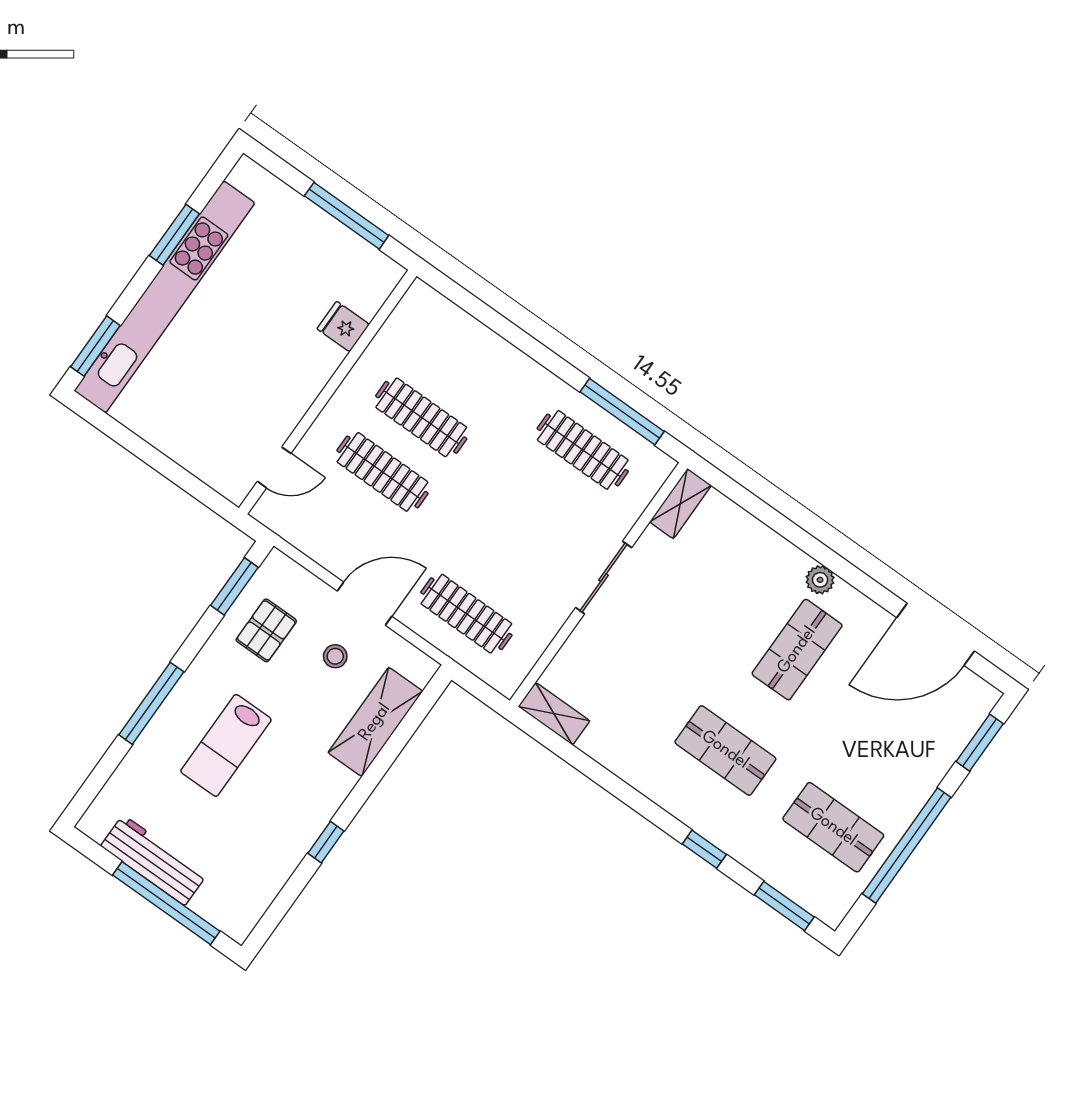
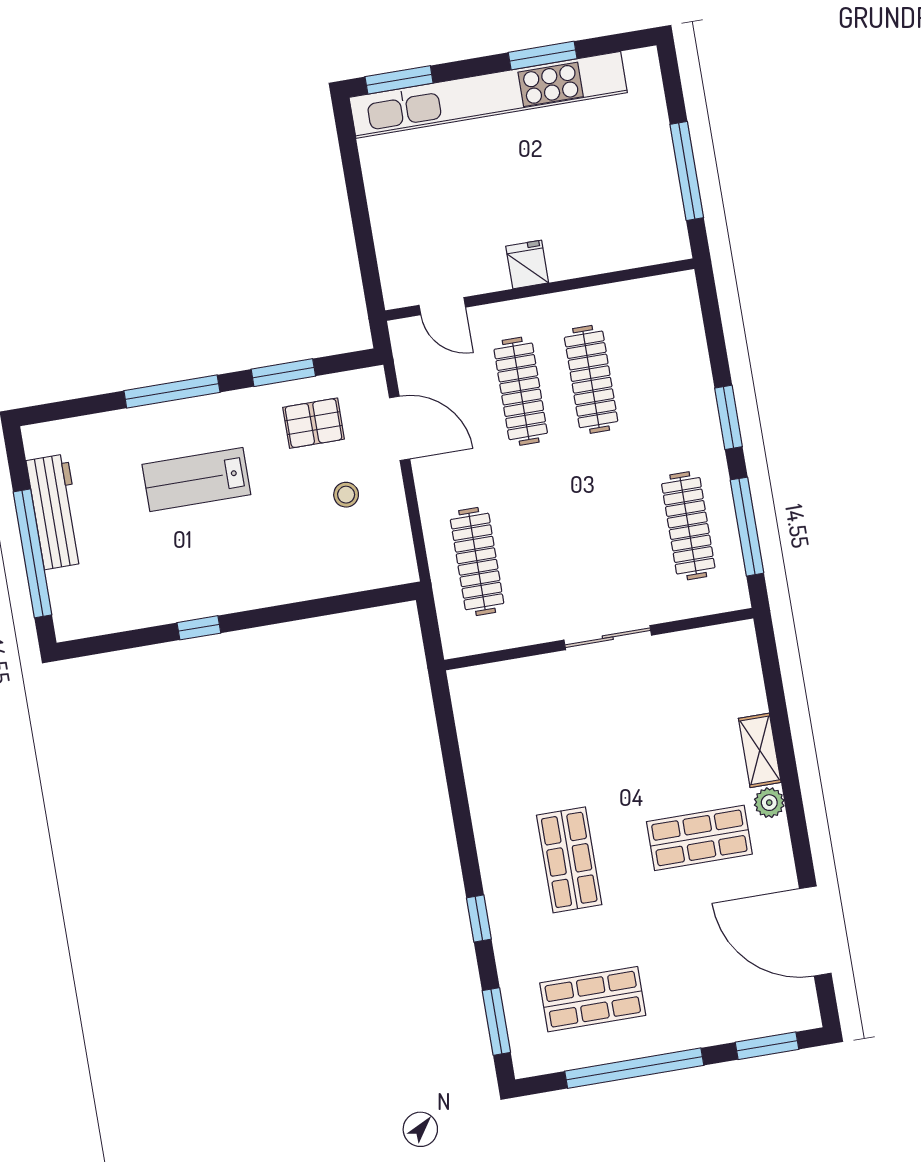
fridge: (343, 327) -> (527, 264), moved
window: (538, 351) -> (728, 417), added
shelving: (680, 504) -> (760, 750), moved, turned 90
window: (234, 586) -> (283, 373), moved
door: (364, 604) -> (400, 428), moved
shelving: (554, 714) -> (468, 703), removed
shelving: (375, 722) -> (327, 574), removed
shop shelf: (833, 827) -> (593, 999), turned 90

